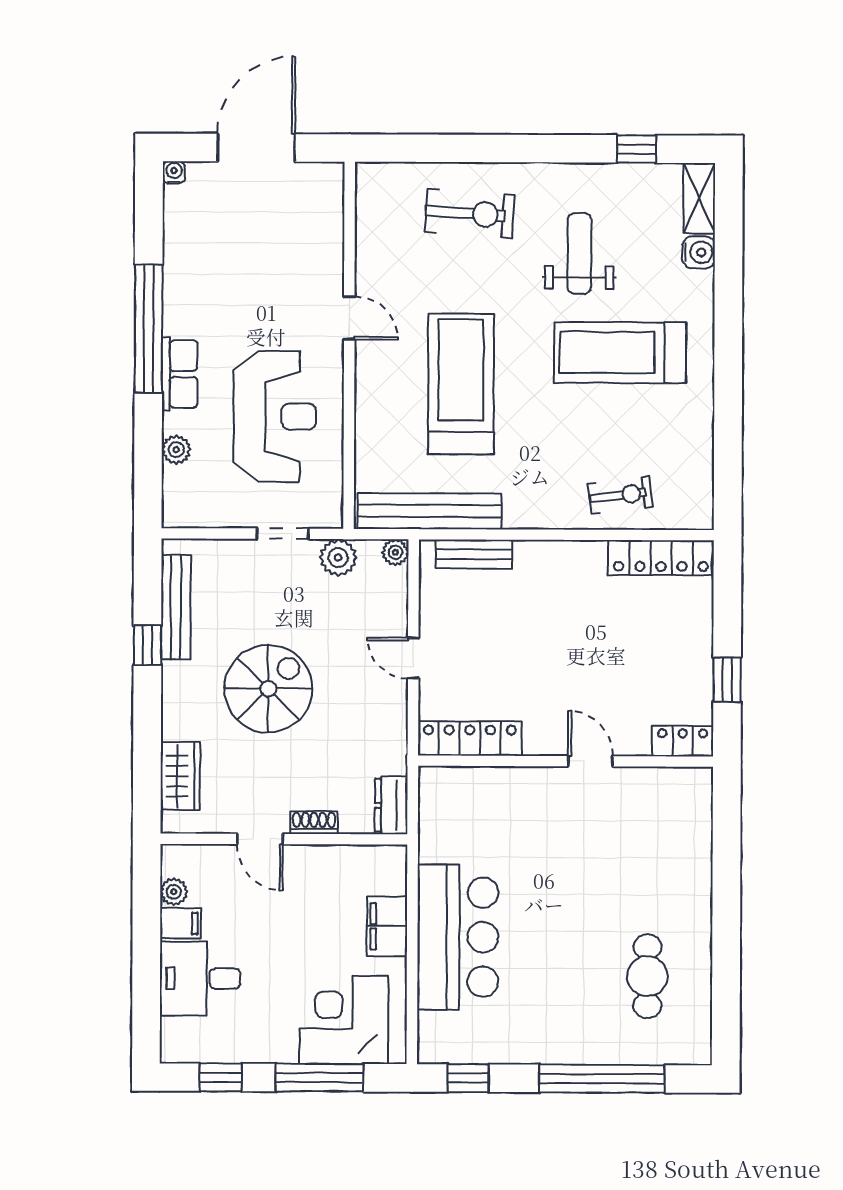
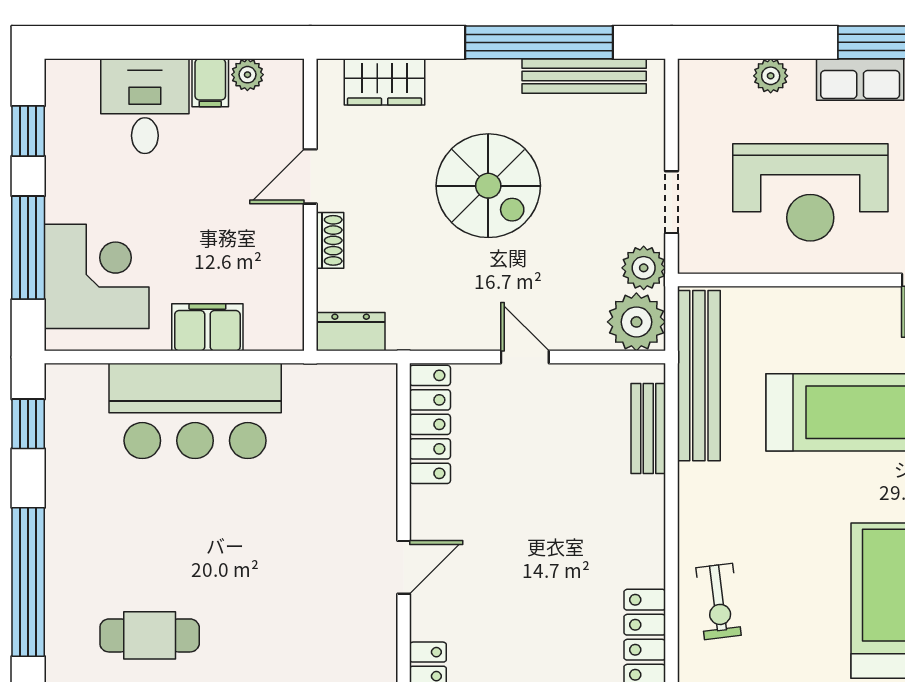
plant: (395, 552) -> (636, 322), width x1.88, depth x1.88
window: (147, 645) -> (539, 42), width x3.17
door: (413, 658) -> (525, 357), hinge flipped

